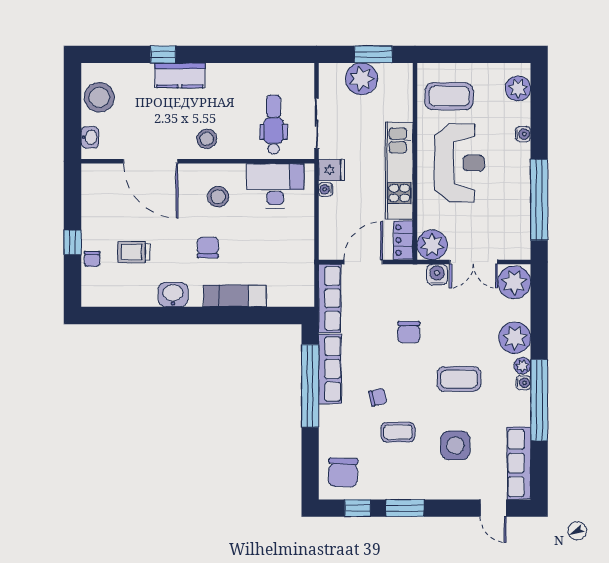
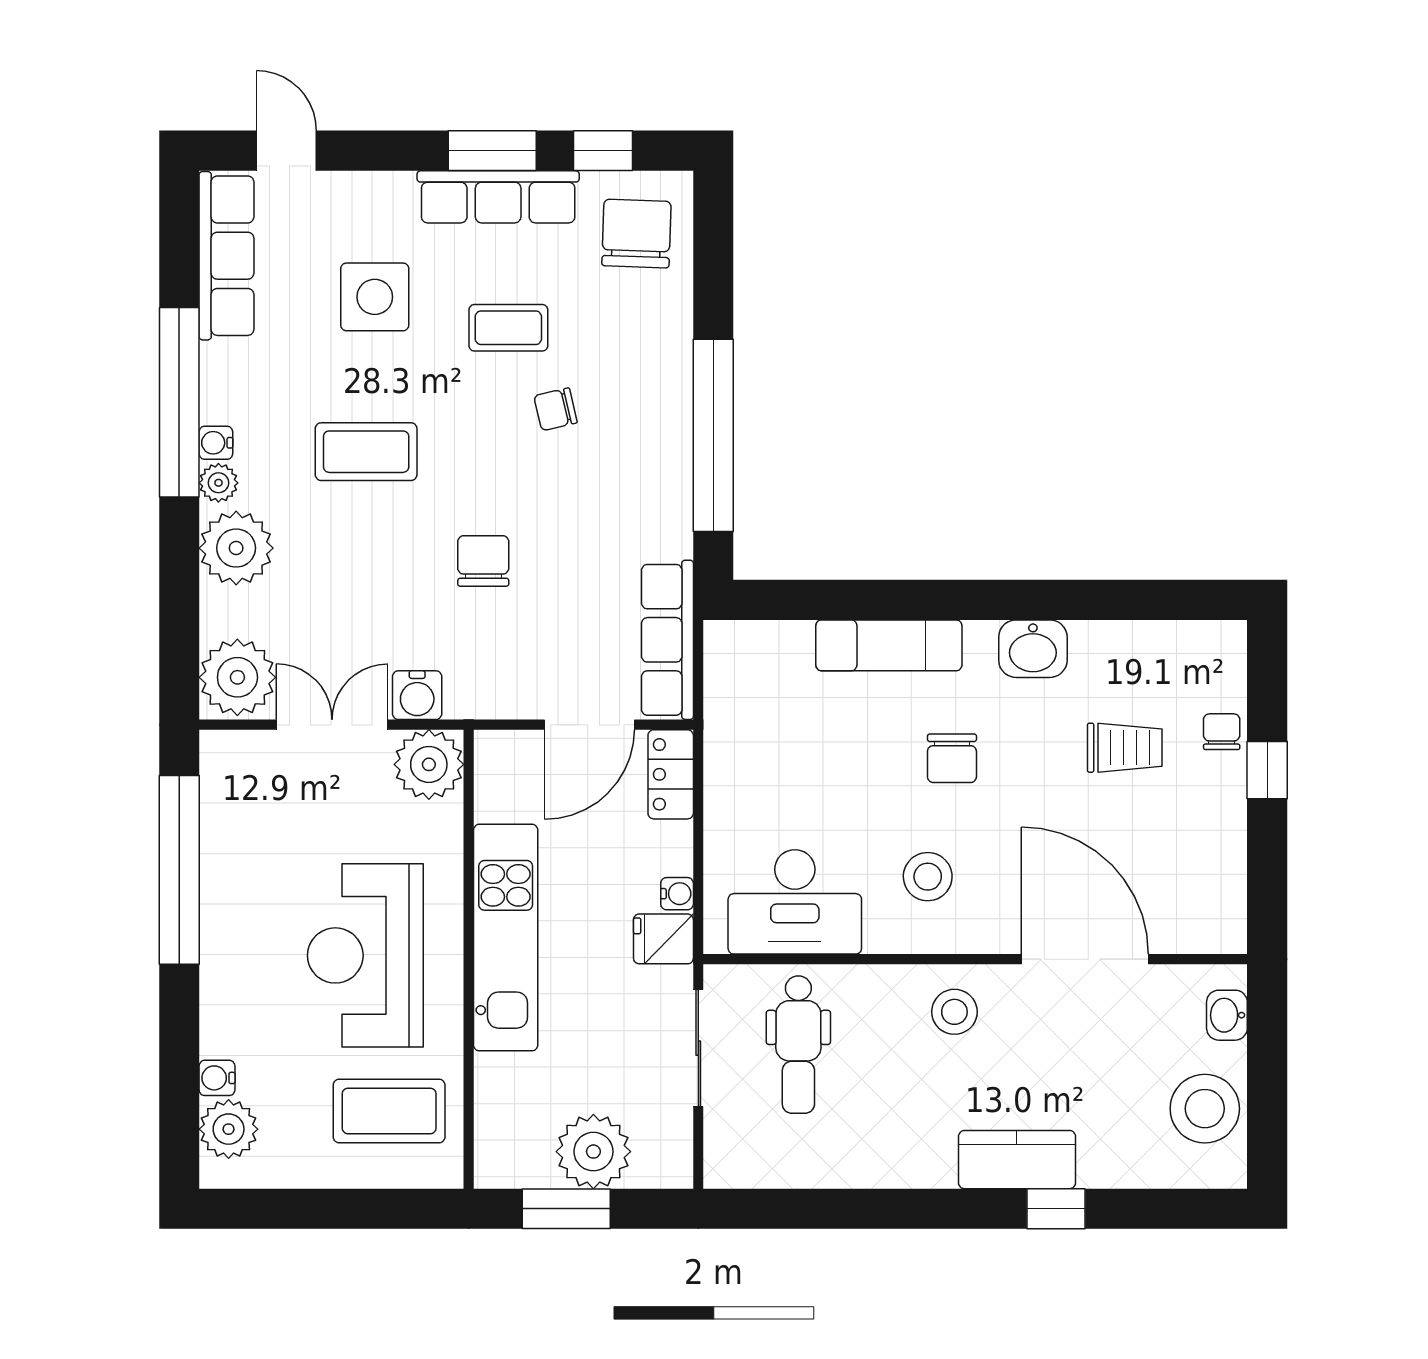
water cooler: (523, 134) -> (217, 1078), moved
locker: (403, 240) -> (671, 774), moved, turned 180
row of seats: (330, 369) -> (498, 197), moved, turned -90

